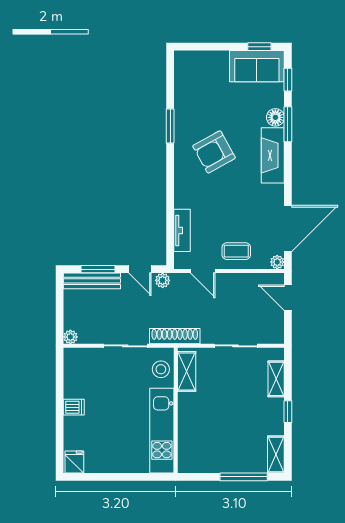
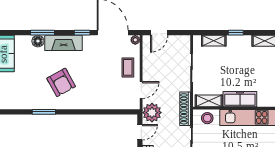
window: (288, 80) -> (82, 33), moved
tv unit: (182, 230) -> (114, 104), removed
plant: (163, 280) -> (152, 113), width x1.88, depth x1.88
freezer: (189, 418) -> (240, 99), added

